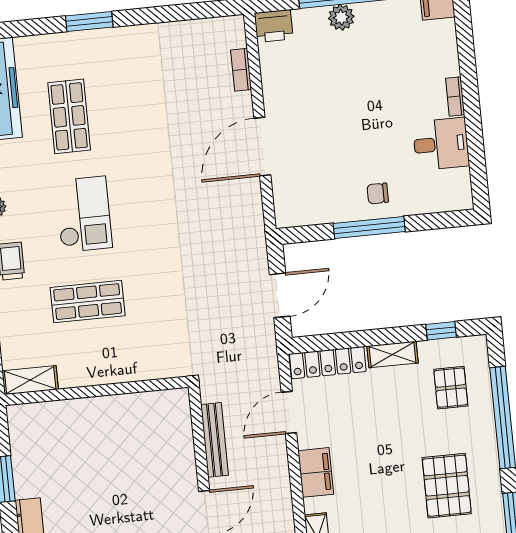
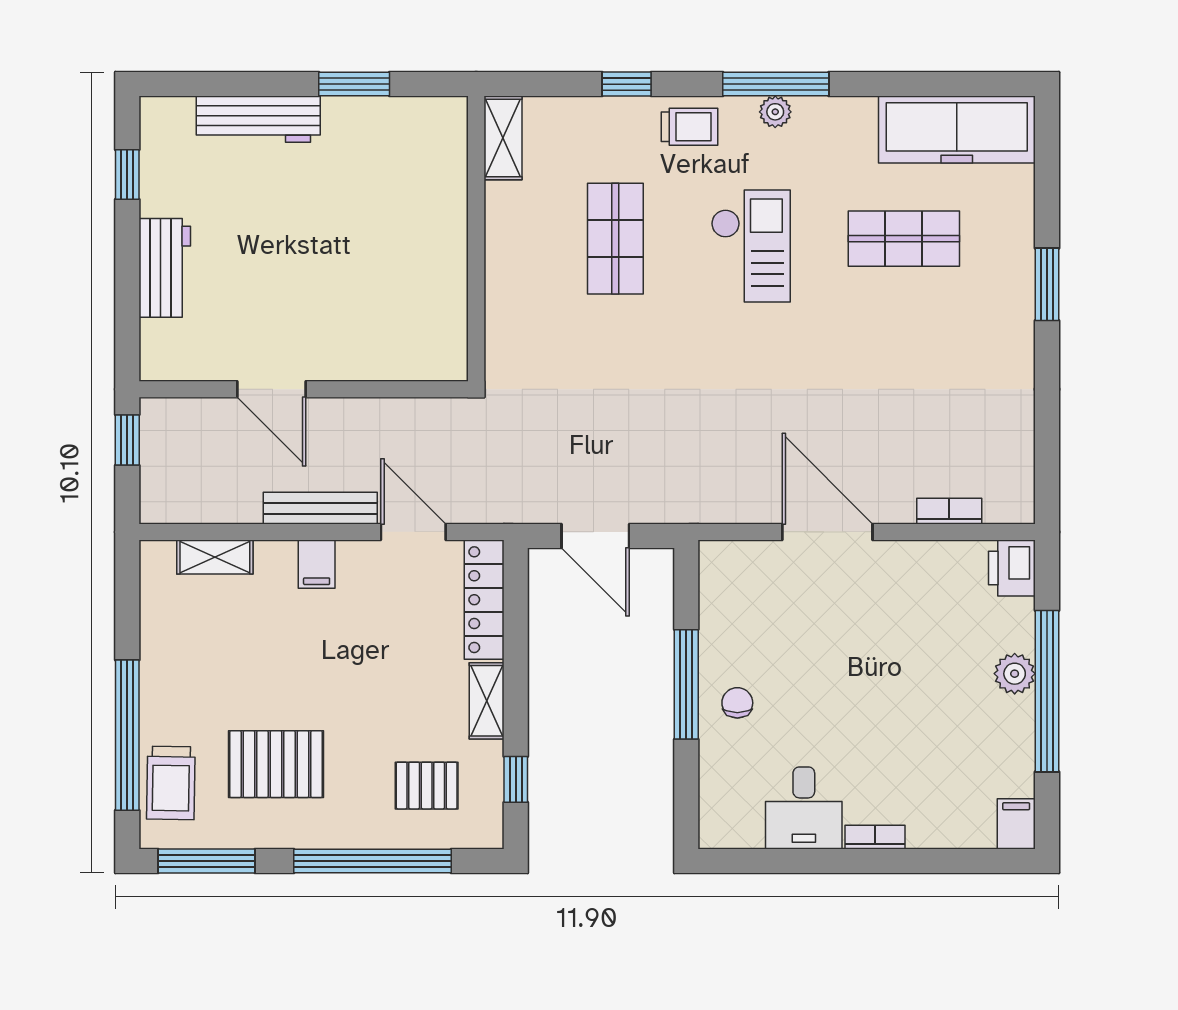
checkout: (84, 214) -> (751, 246), turned -90
bench: (215, 440) -> (320, 508), moved
filing cabinet: (316, 472) -> (317, 564), width x0.50

